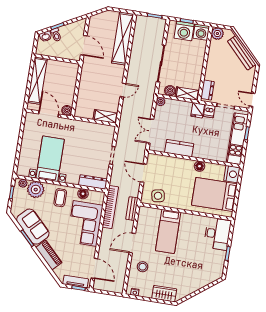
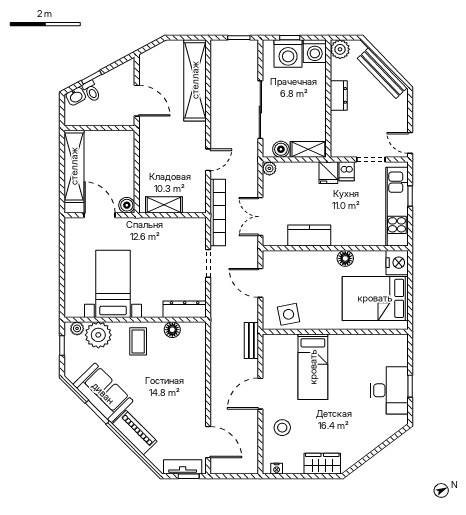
dresser: (207, 90) -> (339, 95), moved
shelving: (105, 116) -> (164, 205), moved
bookcase: (110, 207) -> (218, 213), moved
corner sofa: (85, 223) -> (183, 375), removed
desk: (217, 234) -> (389, 390), moved

